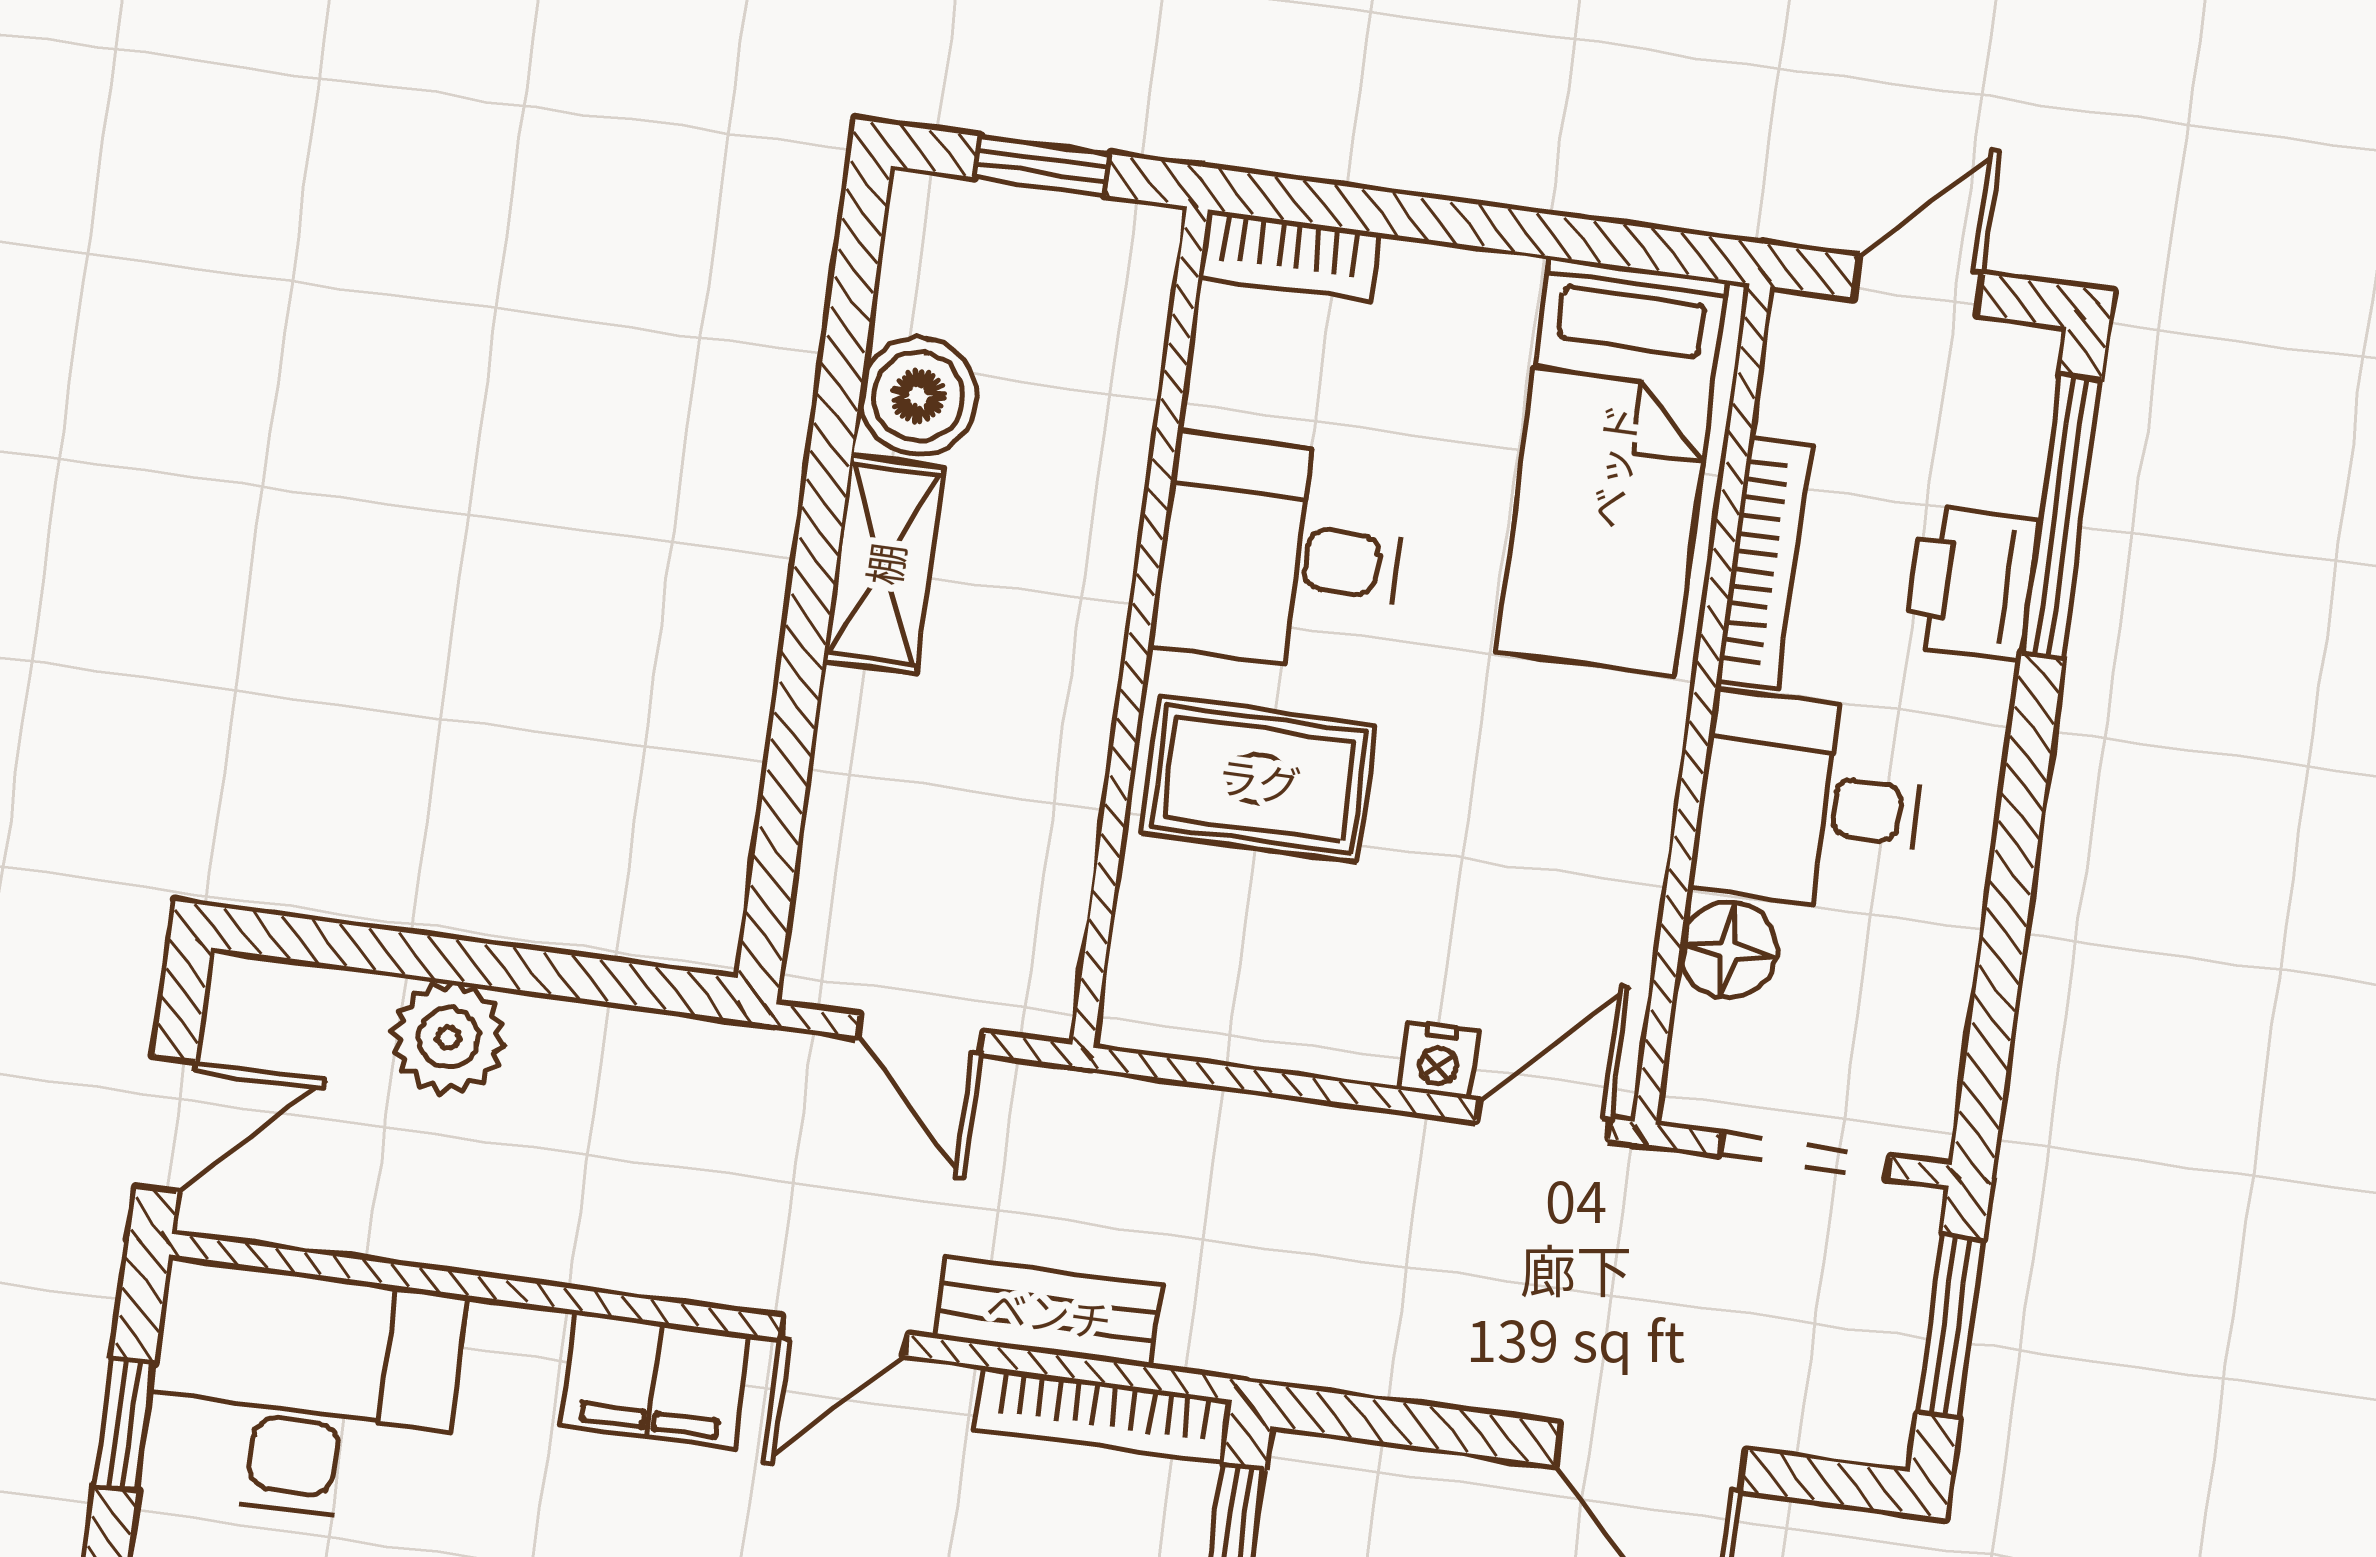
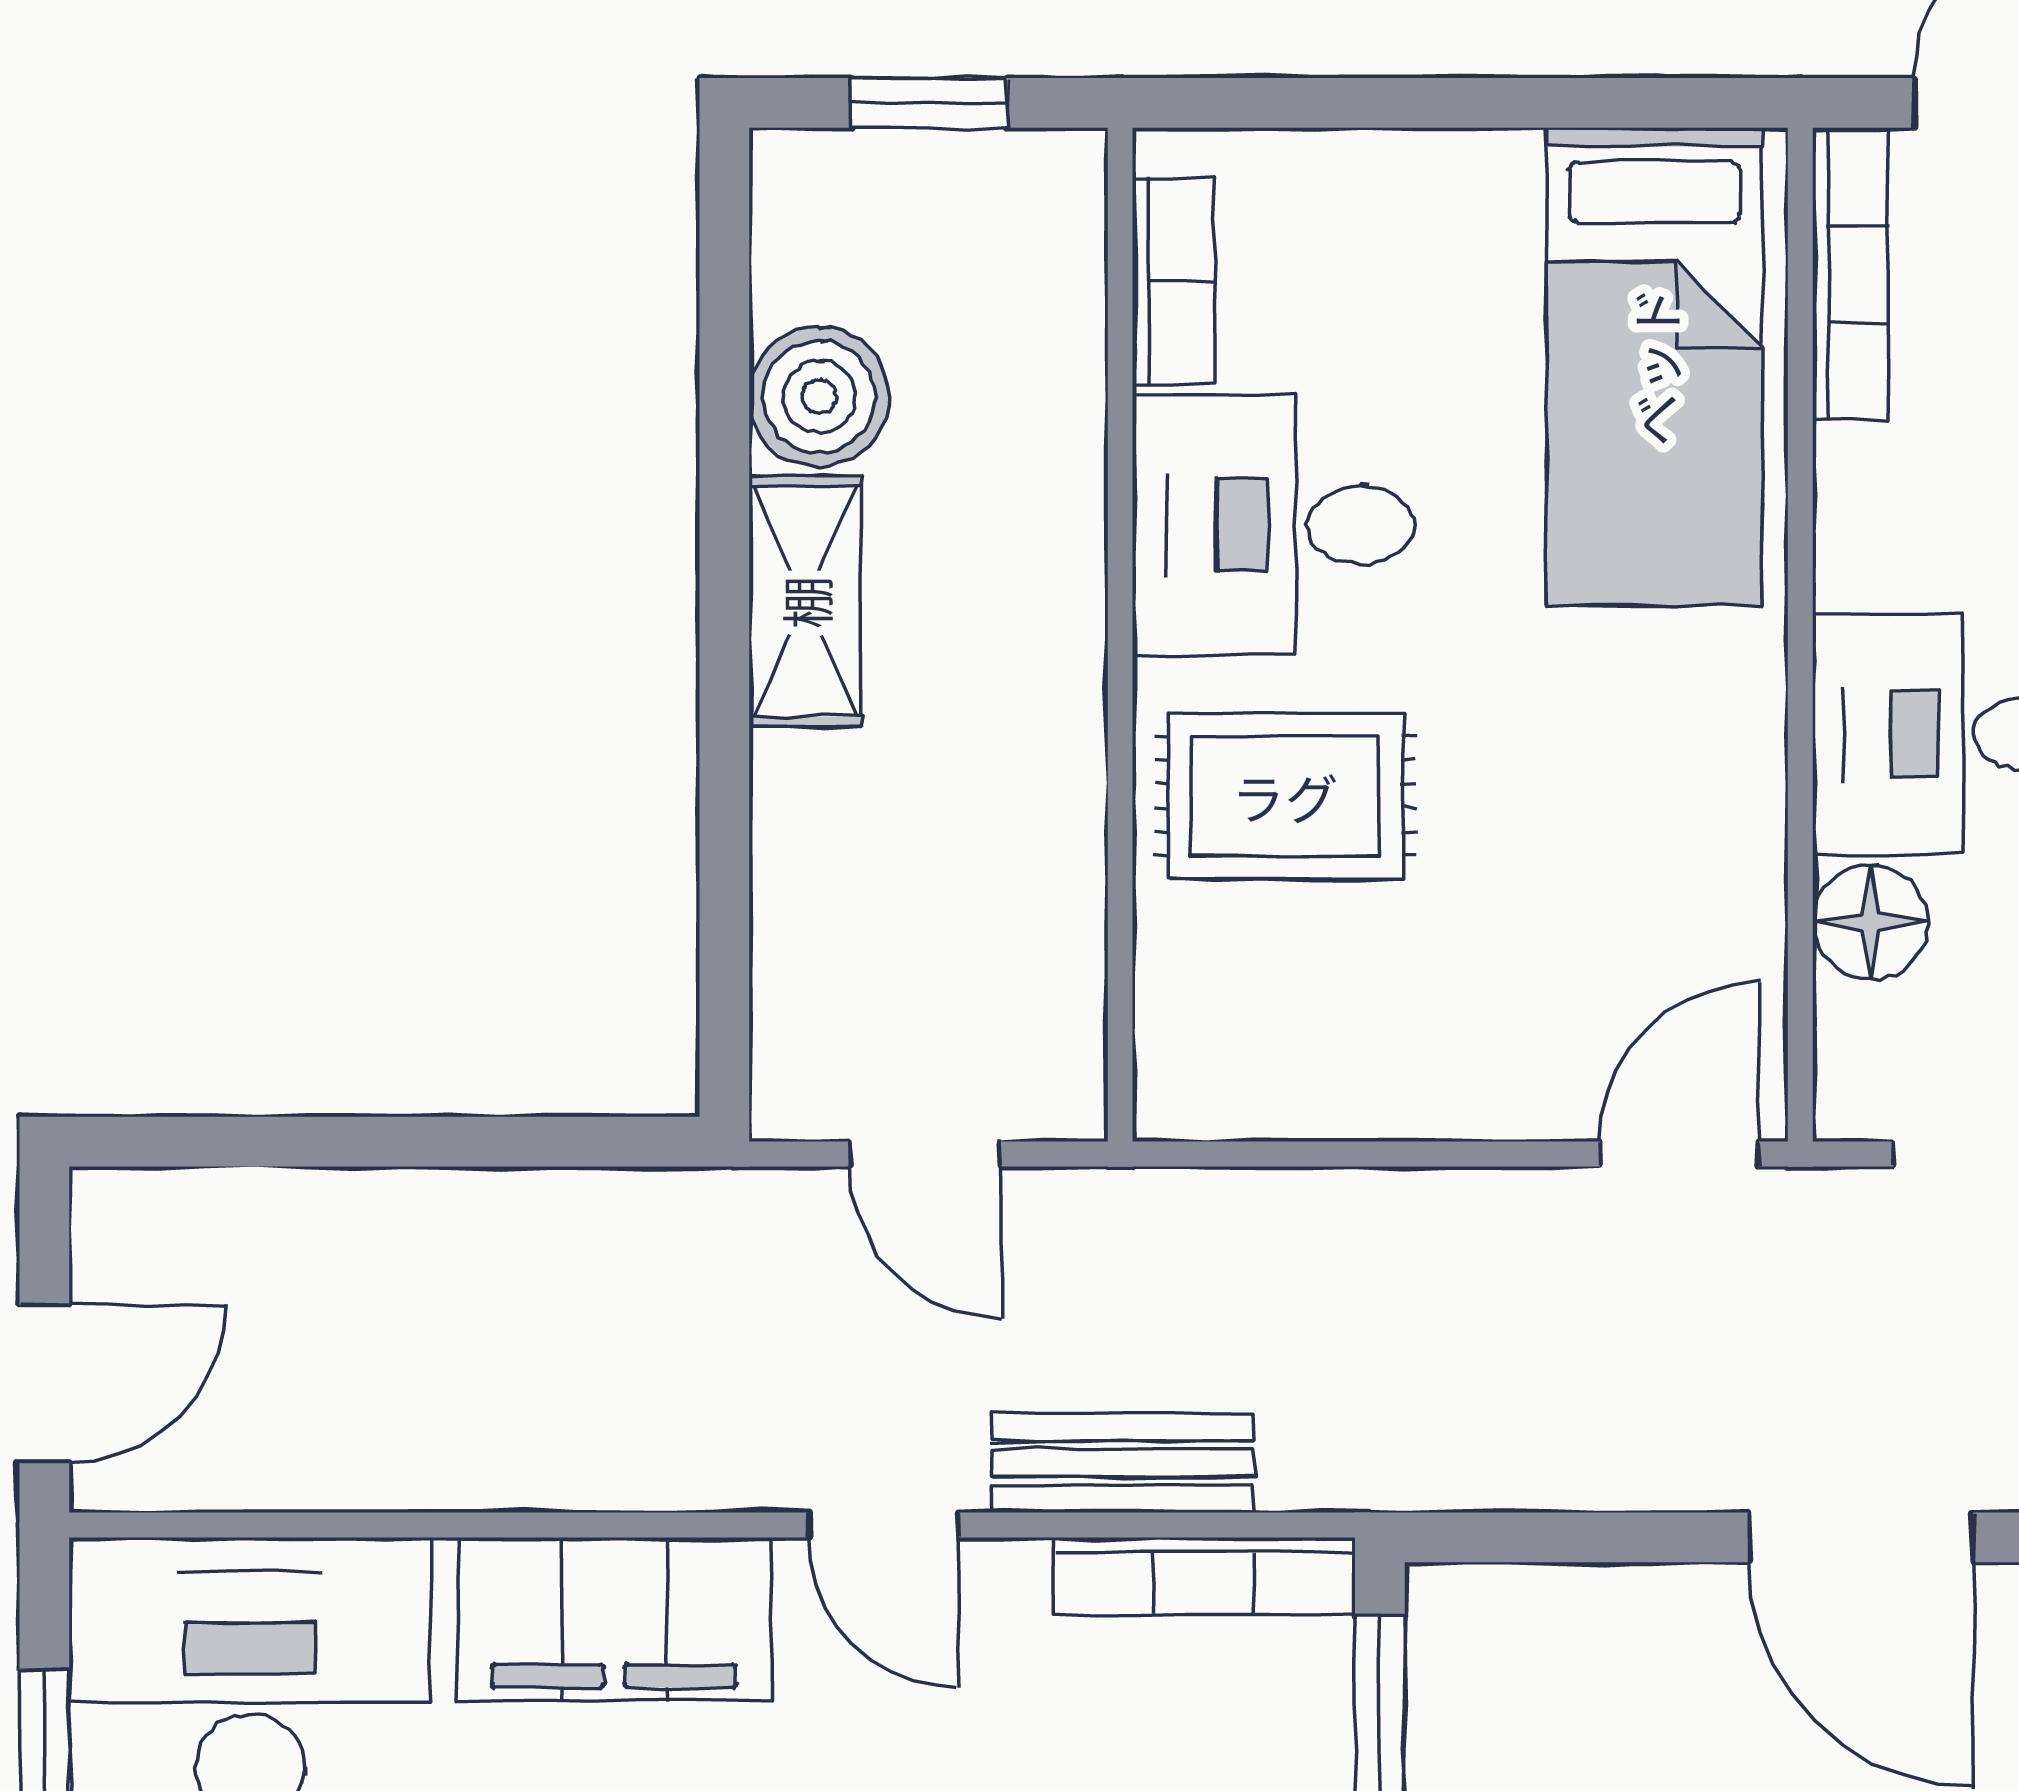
bookcase: (1289, 255) -> (1174, 281), moved, turned -90
bookcase: (1764, 563) -> (1850, 274), moved
plant: (448, 1038) -> (366, 1235), removed
nightstand: (1439, 1060) -> (1545, 1100), removed
door: (844, 1336) -> (884, 1525), hinge flipped
filing cabinet: (655, 1380) -> (614, 1619), width x1.50, depth x1.17

